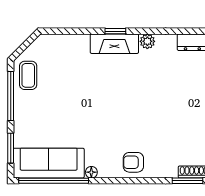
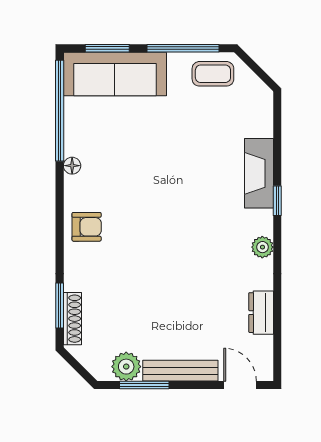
fireplace: (114, 44) -> (259, 173), moved
armchair: (133, 162) -> (87, 227), turned 90
sofa: (49, 163) -> (115, 74), moved, turned 90

